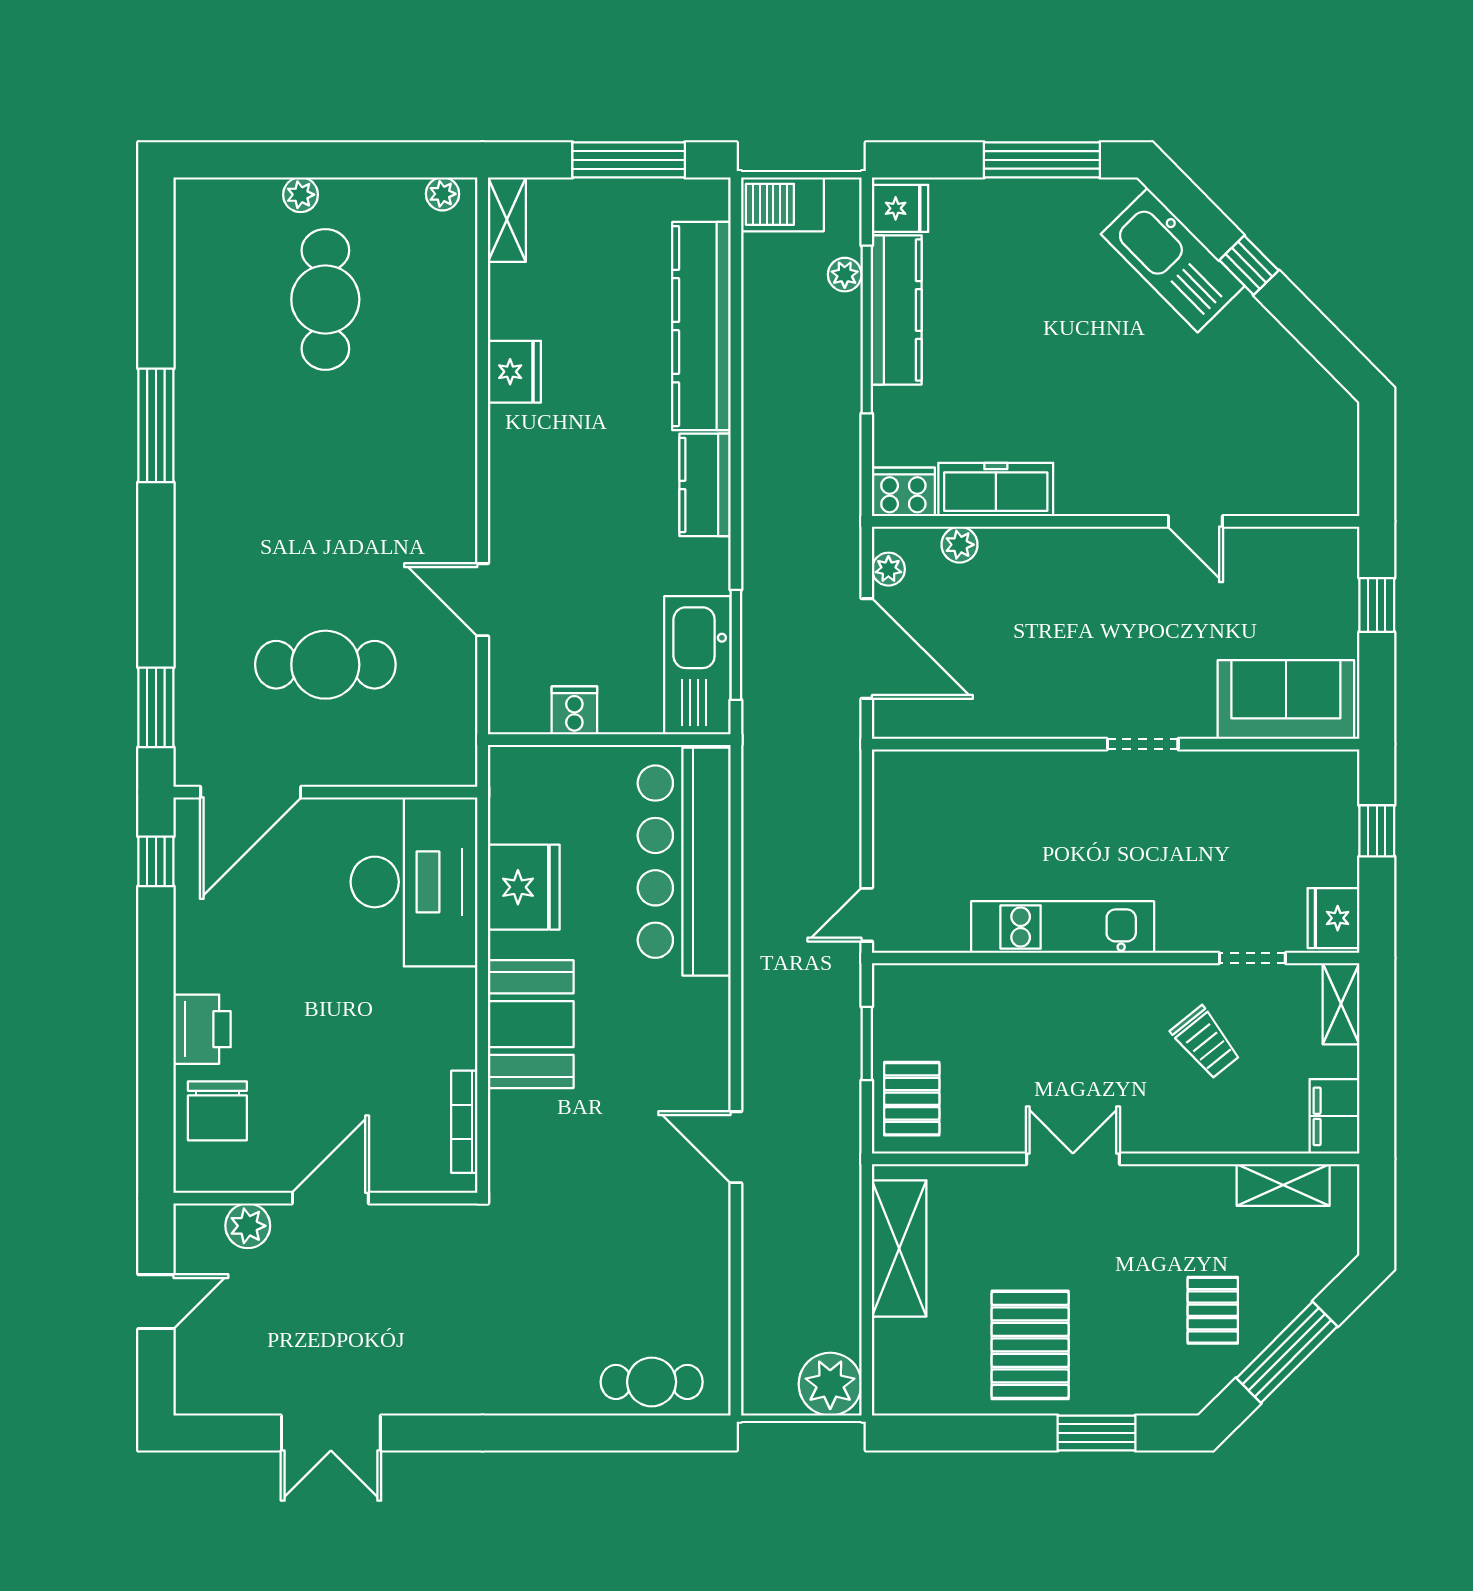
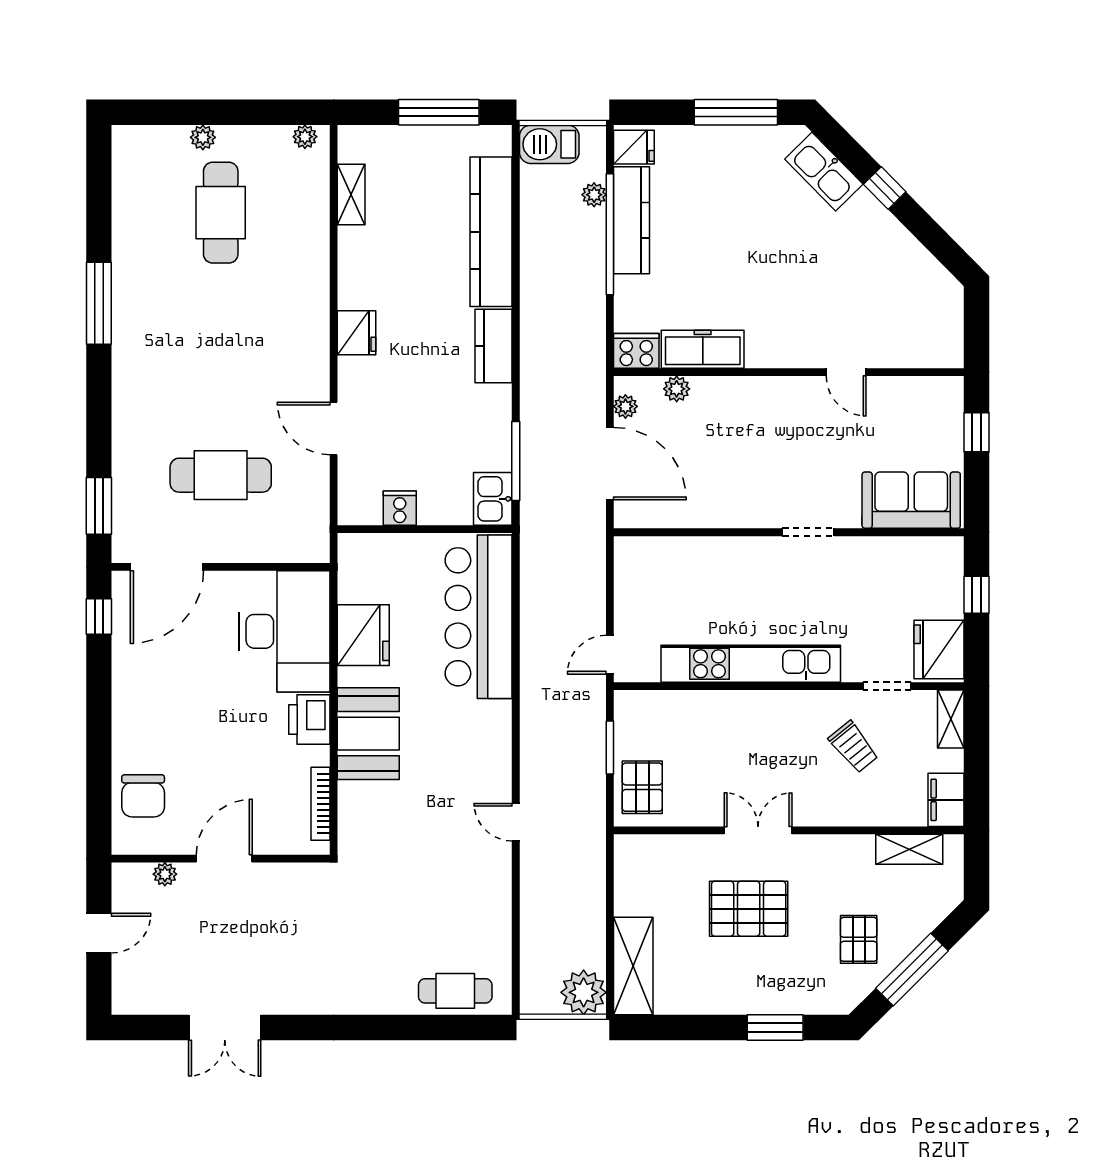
shelving: (507, 220) -> (351, 194), moved
kitchen sink: (1173, 260) -> (824, 172), width x0.73, depth x0.81
fridge: (514, 372) -> (357, 333), moved
kitchen sink: (697, 665) -> (493, 499), width x0.53, depth x0.81
fridge: (1333, 918) -> (939, 650), width x1.36, depth x1.34
kitchen unit: (1063, 927) -> (751, 664), width x1.36
printer: (202, 1029) -> (309, 720), moved, turned 180
door: (736, 1147) -> (516, 822), width x0.73
plant: (248, 1226) -> (165, 874), width x0.73, depth x0.73
shelving: (899, 1248) -> (633, 966), moved
pallet: (1030, 1345) -> (749, 909), moved, turned 90

